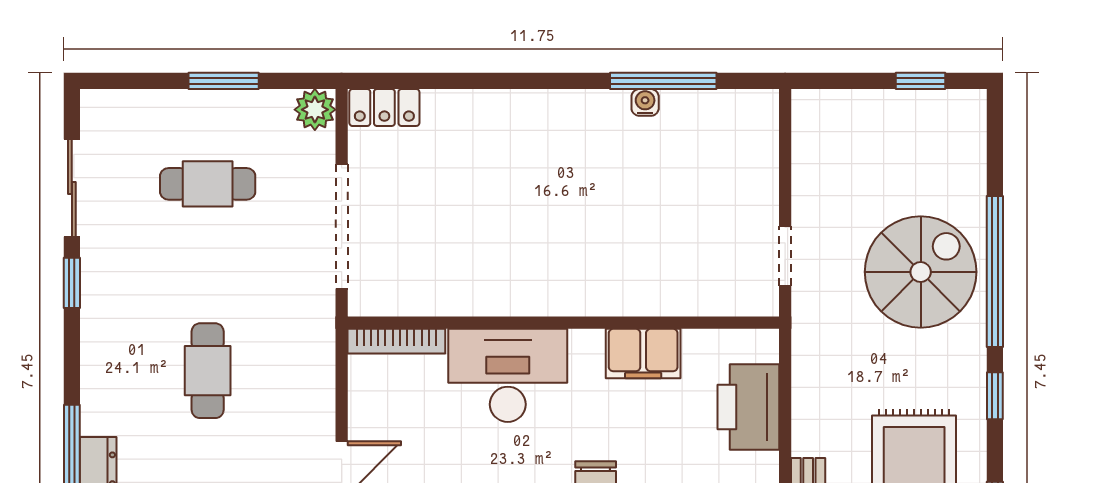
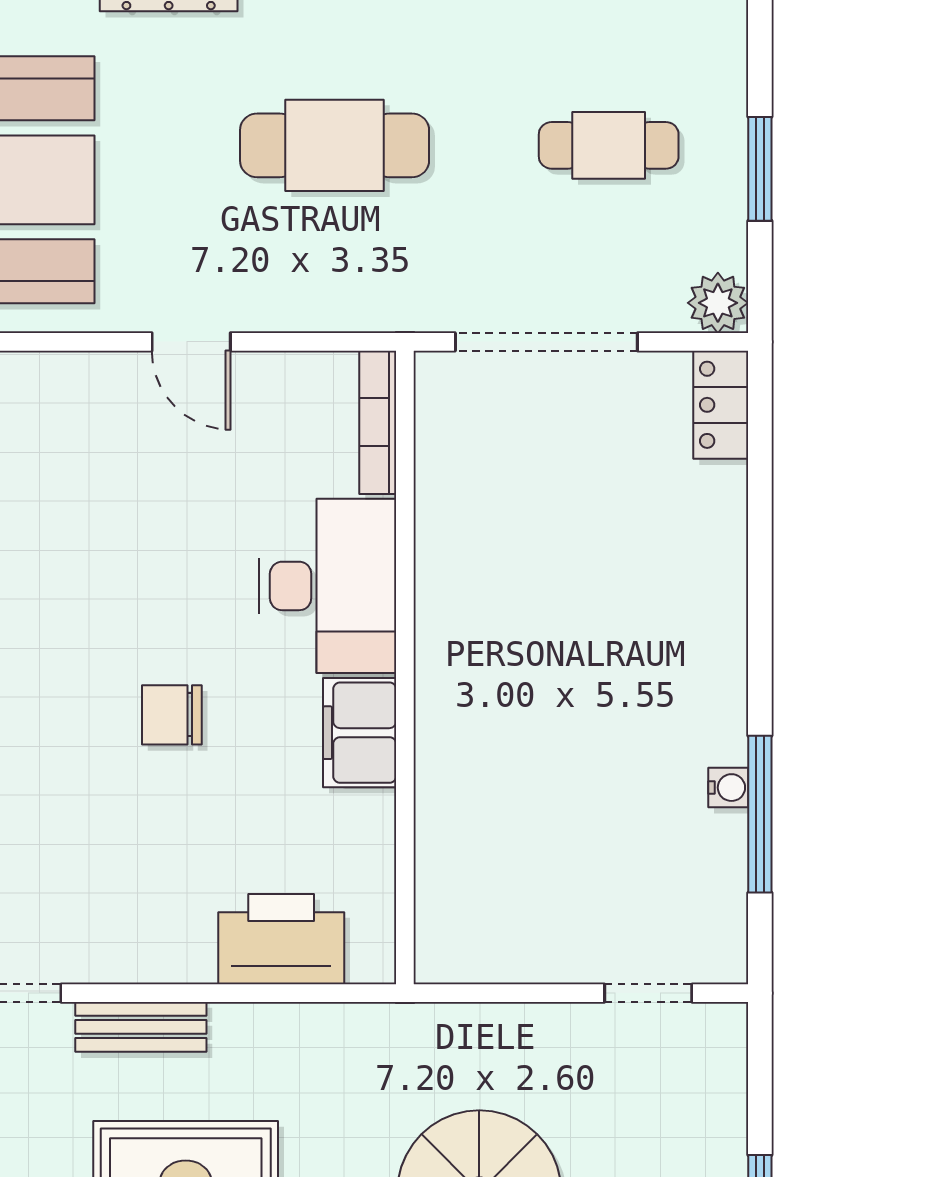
cafe table: (208, 184) -> (609, 145), turned 90
doorway: (785, 256) -> (648, 993), moved
filing cabinet: (643, 354) -> (360, 733), moved
cafe table: (208, 371) -> (335, 145), width x1.37, depth x1.35

